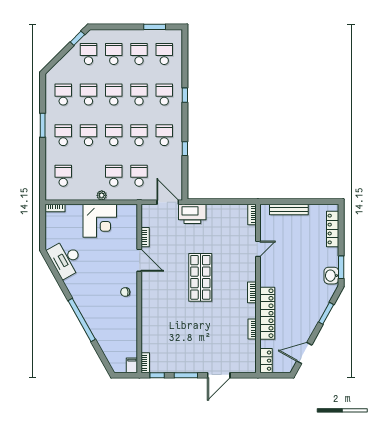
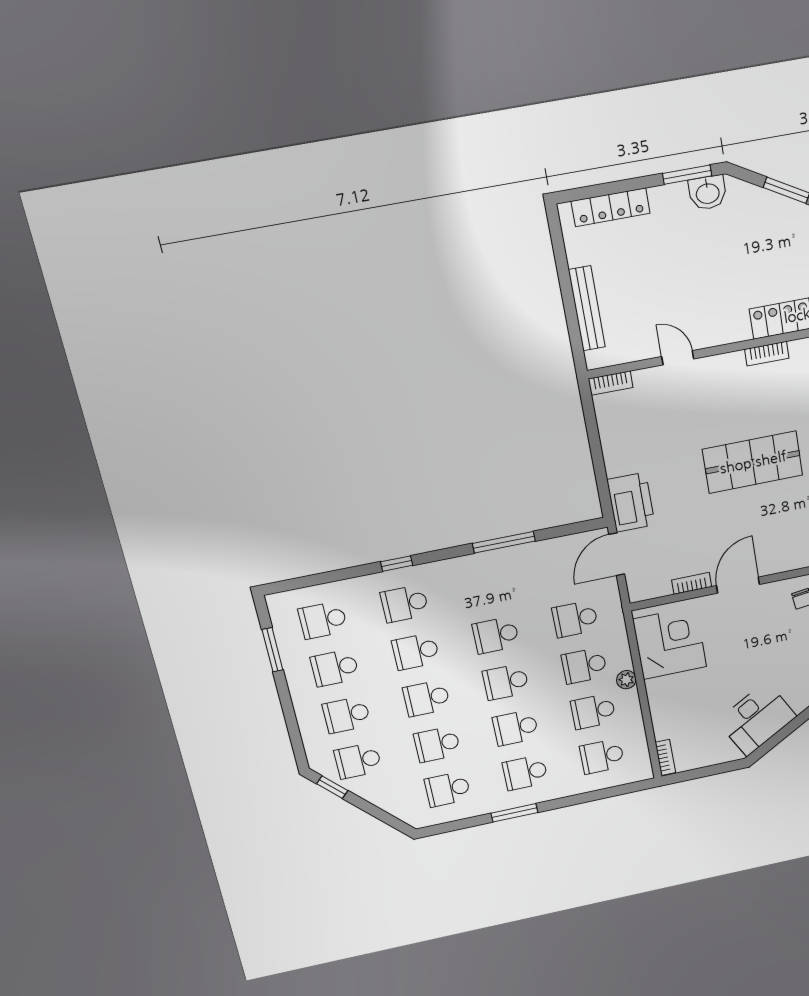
school desk: (164, 135) -> (593, 711), moved
window: (185, 149) -> (504, 542), width x2.17
corner desk: (100, 221) -> (670, 643), moved

